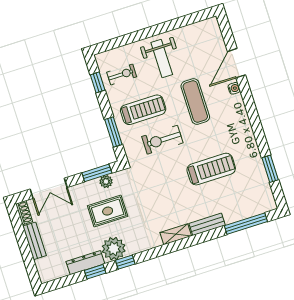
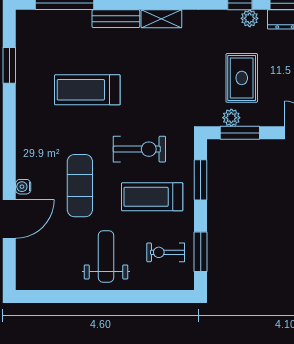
window: (98, 82) -> (201, 252), width x1.50
rug: (108, 211) -> (242, 78), turned 90
plant: (114, 249) -> (250, 18), width x0.53, depth x0.53

